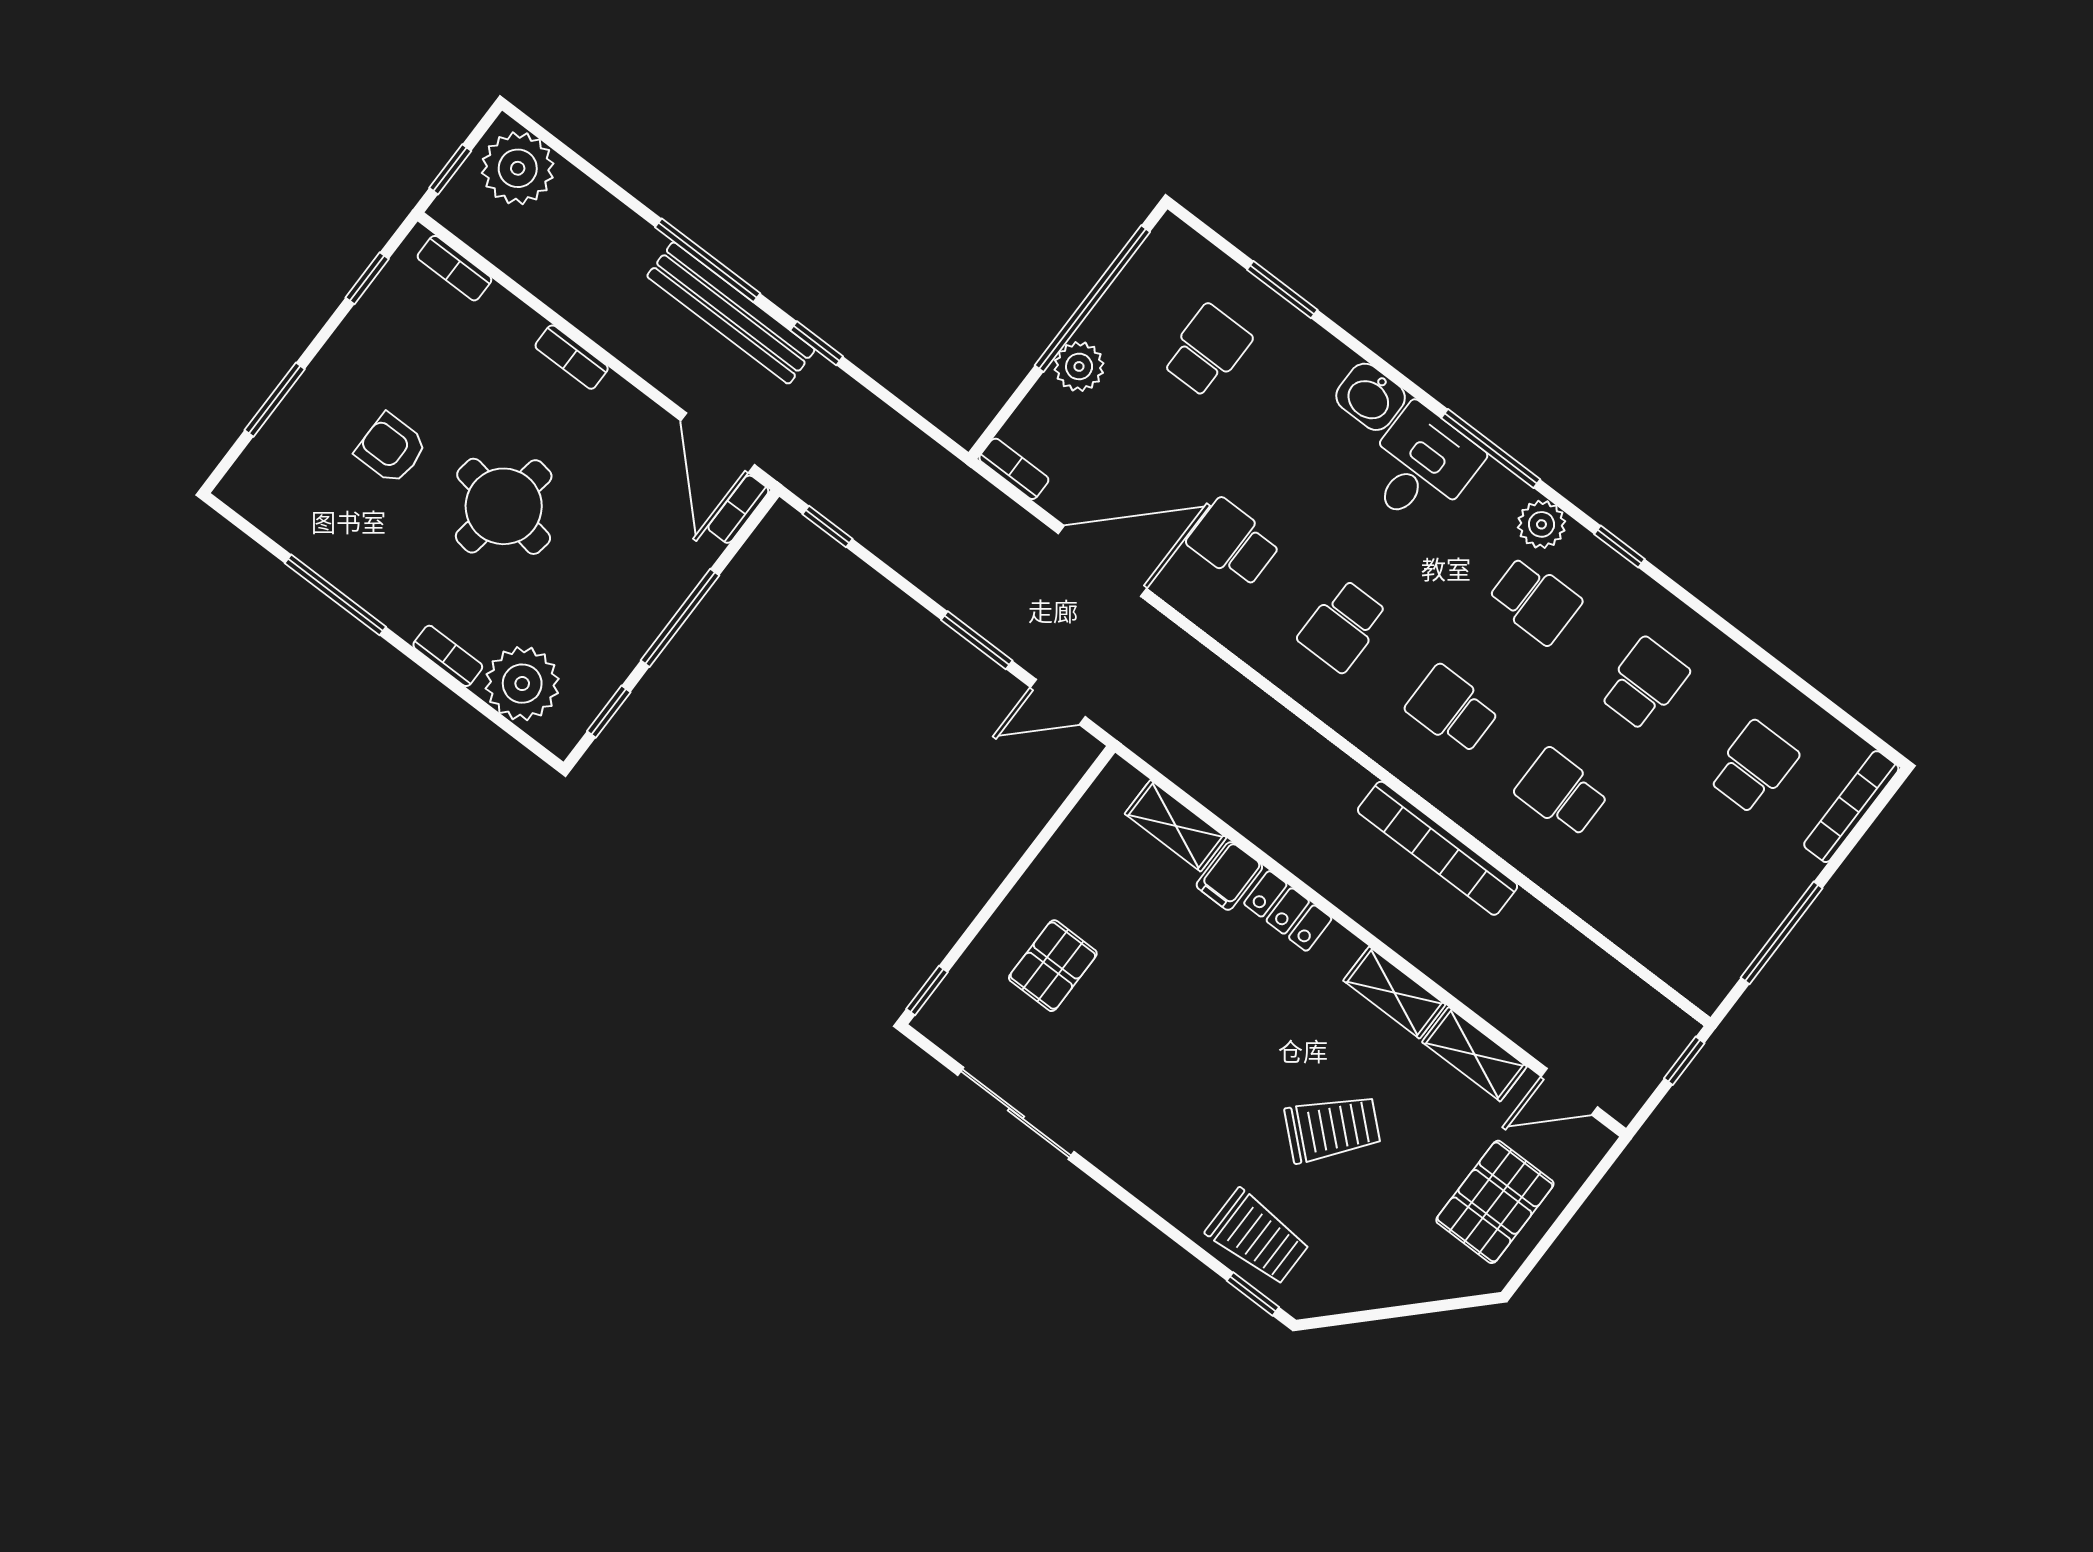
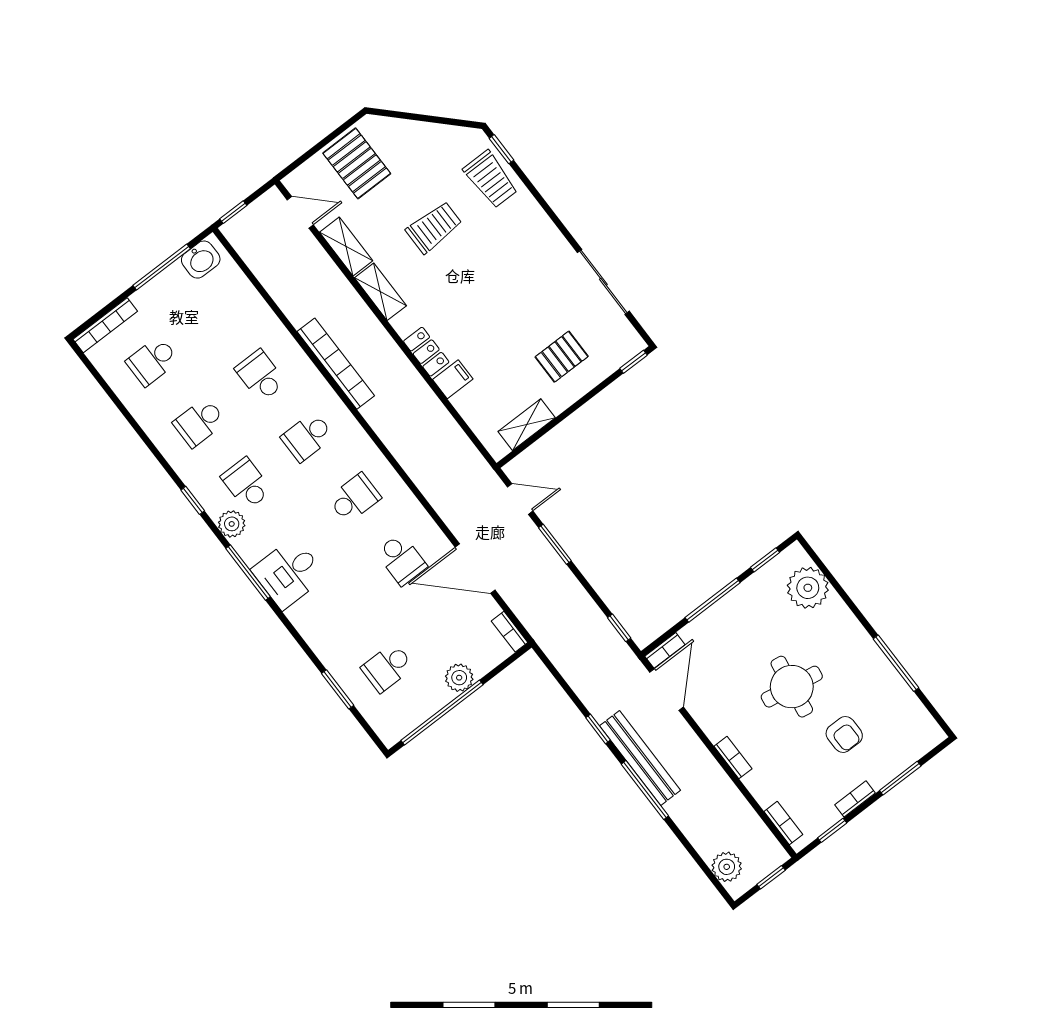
plant: (518, 168) -> (727, 867), width x0.73, depth x0.73
washbasin: (1371, 397) -> (201, 260), moved, turned 90
bookcase: (448, 656) -> (855, 799), moved, turned 90
school desk: (1452, 709) -> (307, 437), turned 90
school desk: (1562, 793) -> (260, 376), turned 180
shelving: (1176, 826) -> (527, 425), moved, turned 90
trolley: (1333, 1128) -> (434, 227), turned 138
pallet: (1495, 1202) -> (357, 163), turned 90
trolley: (1258, 1237) -> (491, 179), turned 180

